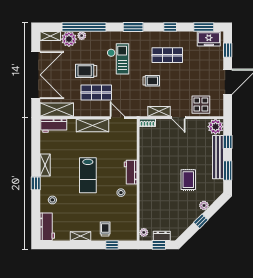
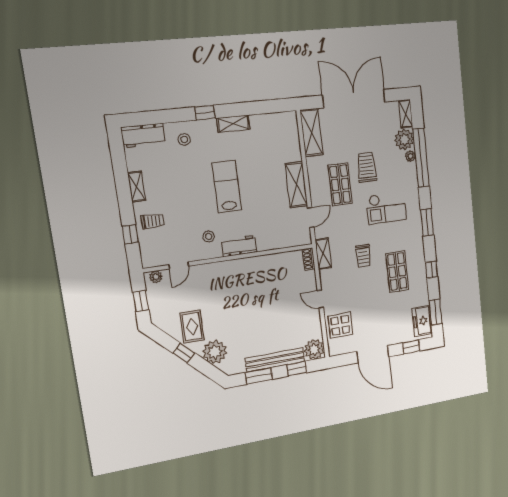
double door: (36, 75) -> (354, 99), swing flipped
shelving: (159, 111) -> (323, 254), moved
door: (178, 118) -> (320, 299), hinge flipped
workbench: (54, 126) -> (290, 131), removed
lab bench: (88, 175) -> (227, 187), turned 90
rug: (188, 180) -> (192, 327), moved, turned 90
plant: (204, 205) -> (215, 352), width x1.88, depth x1.88
door: (138, 216) -> (179, 265), added
dresser: (162, 236) -> (155, 303), removed

